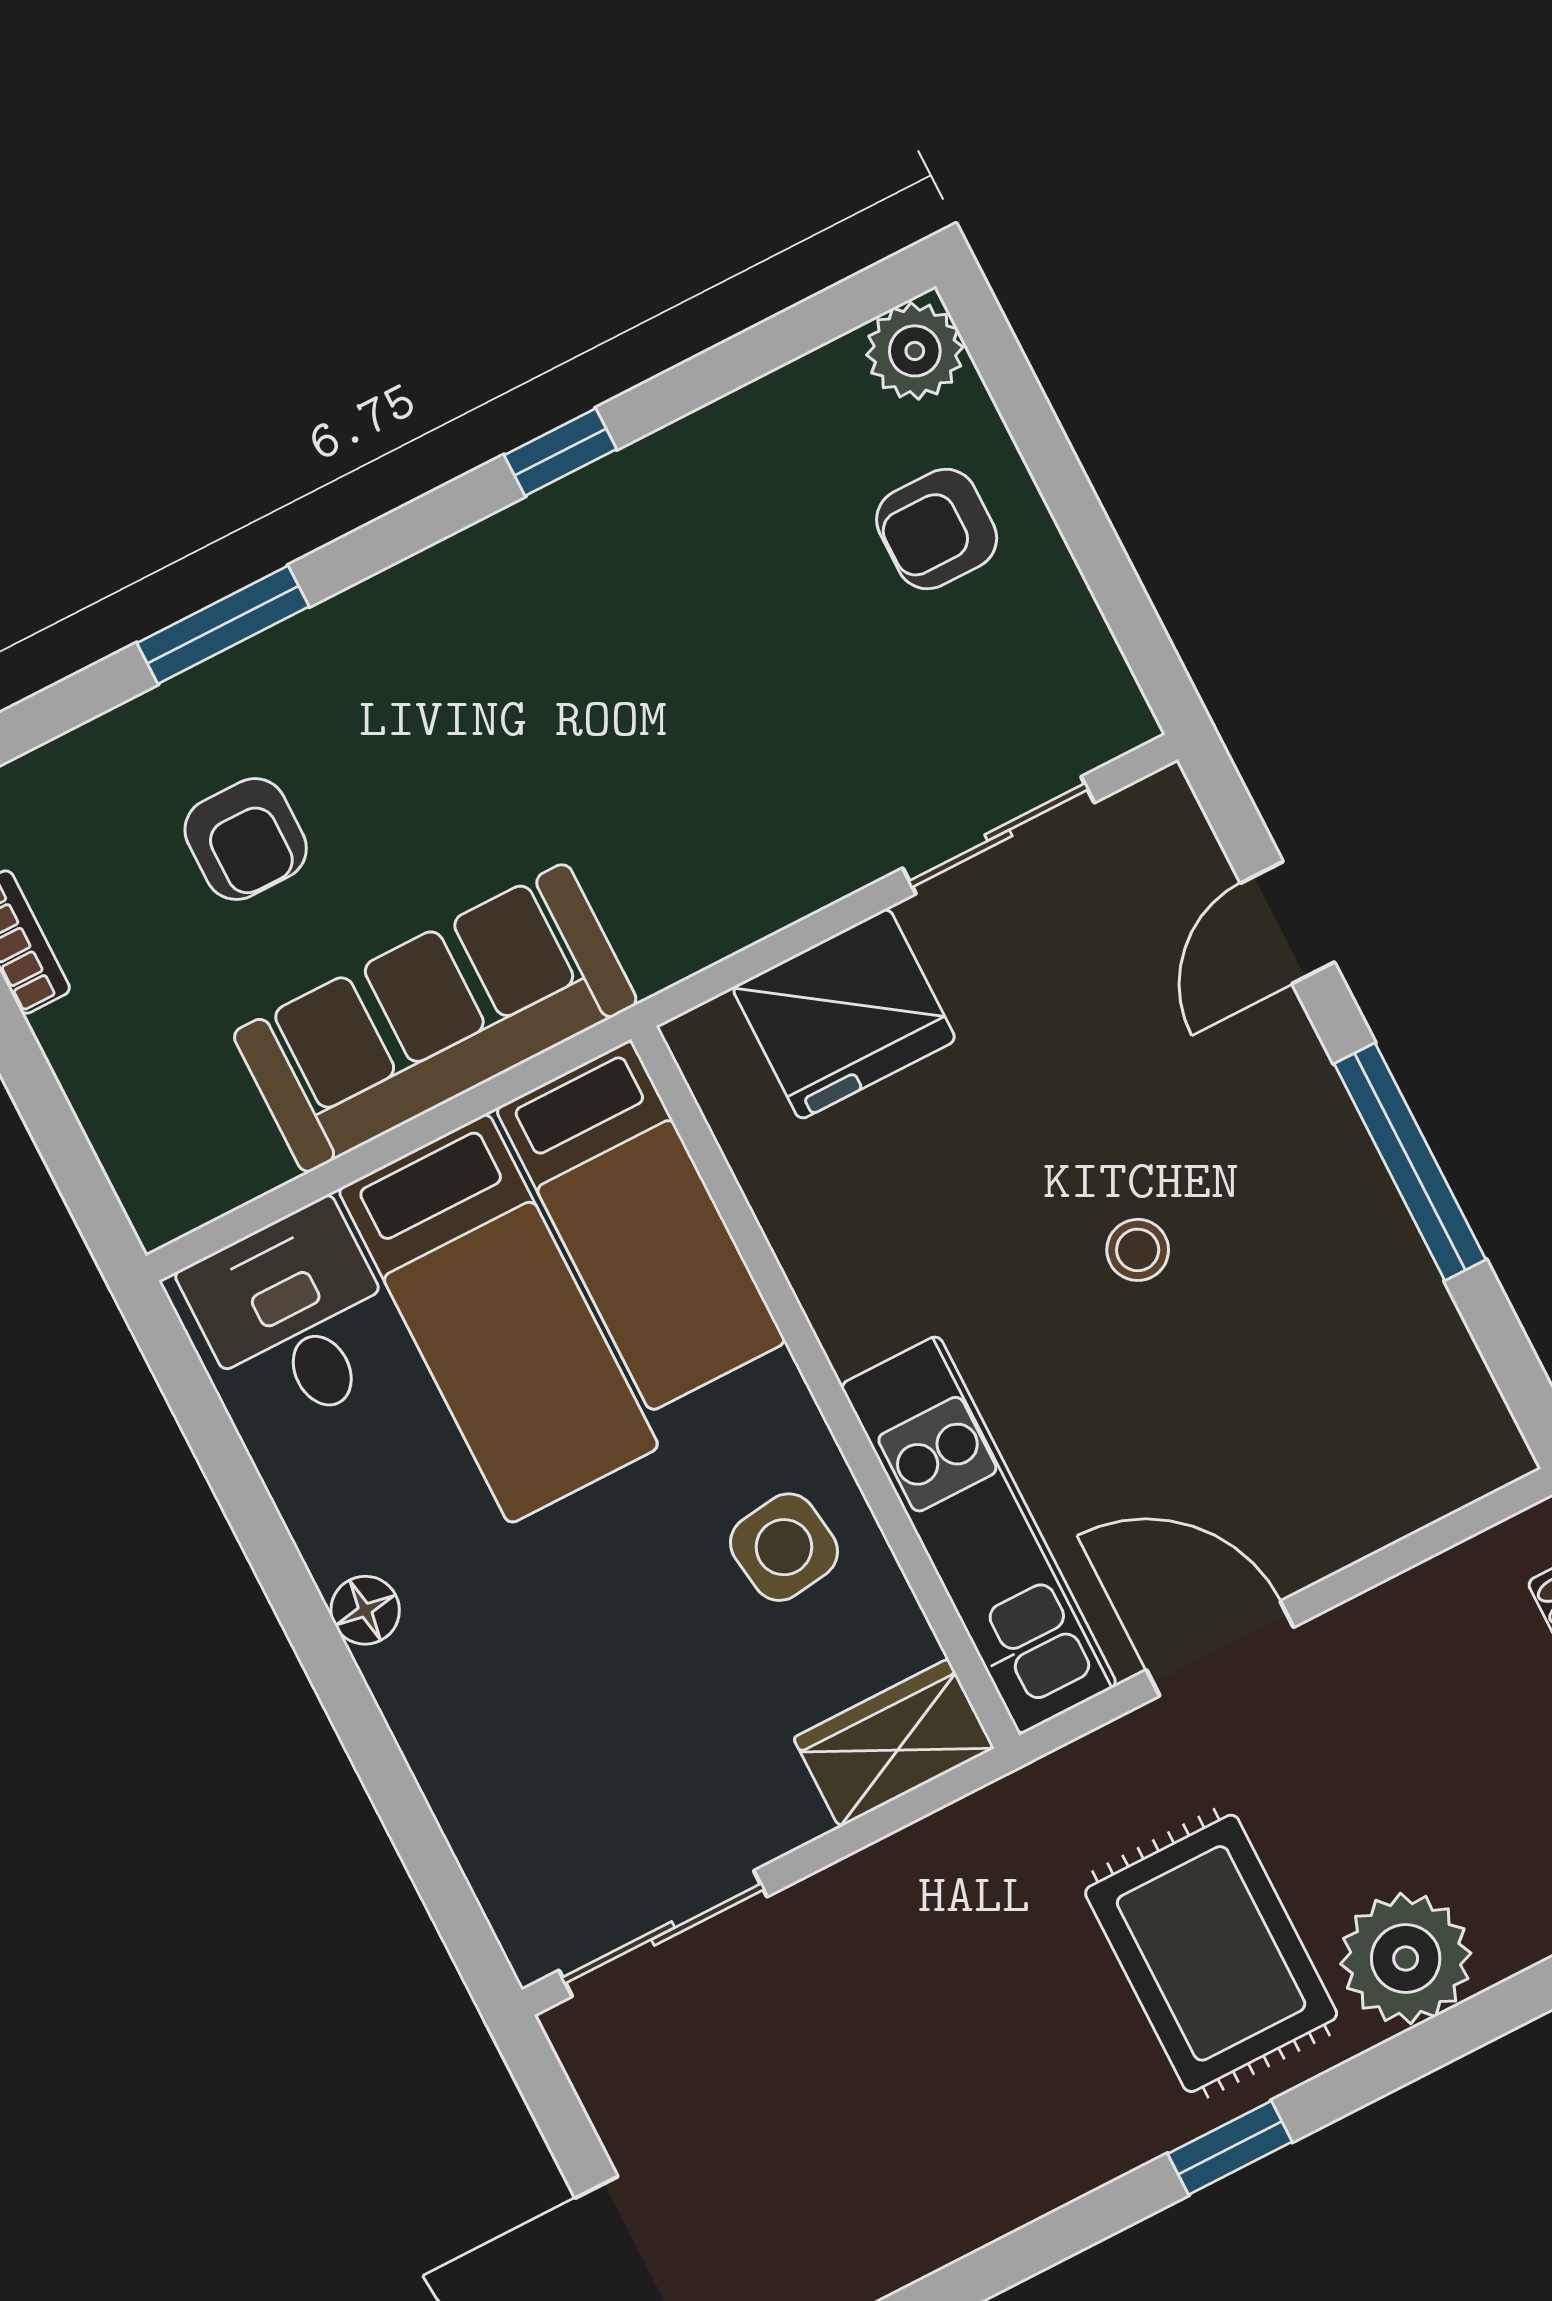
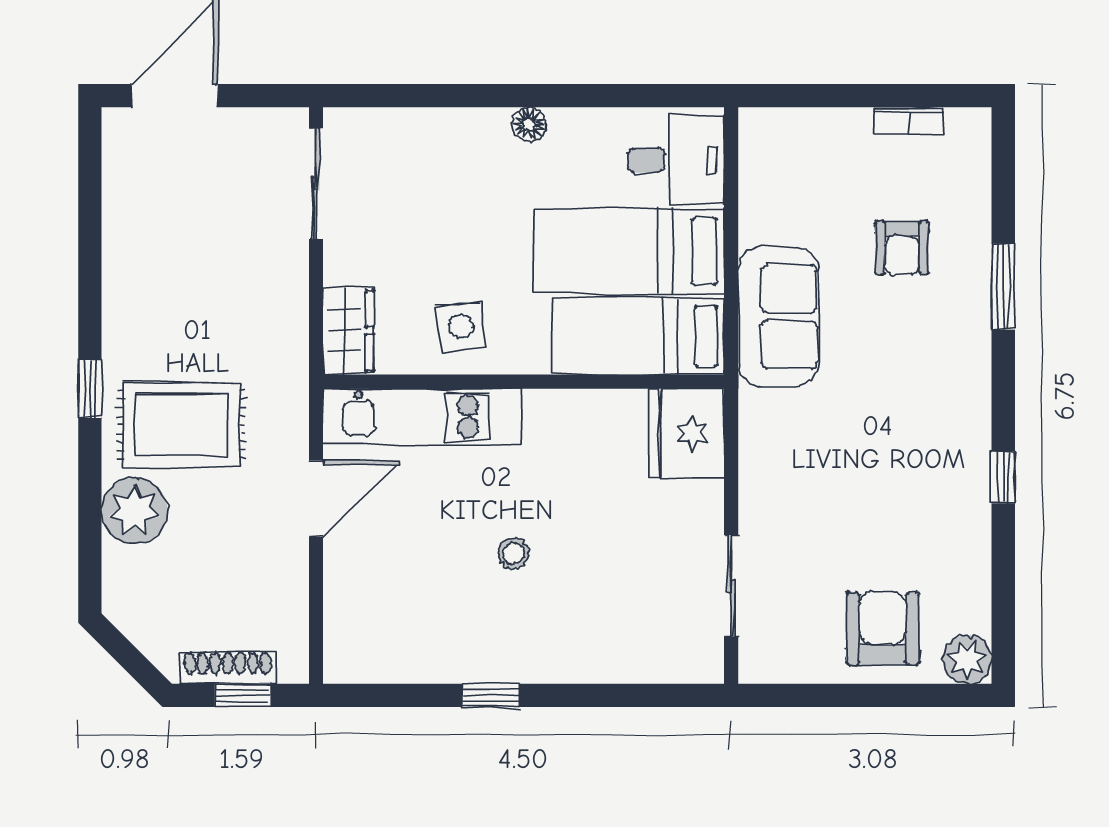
armchair: (937, 529) -> (883, 628), width x1.38, depth x1.38
armchair: (246, 839) -> (902, 248), turned -90
door: (1288, 923) -> (626, 695), removed
fridge: (844, 1014) -> (686, 433), moved
sofa: (435, 1018) -> (778, 317), width x0.73
window: (1410, 1162) -> (491, 695), width x0.46

